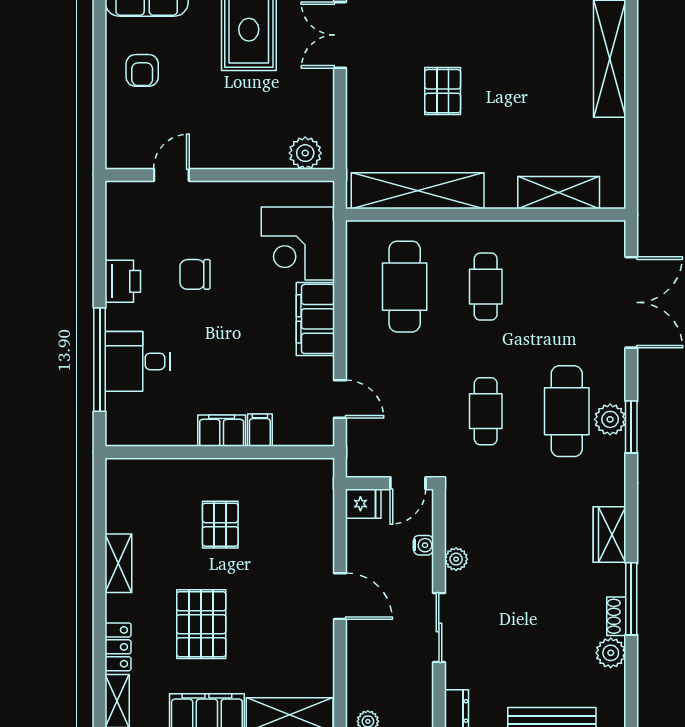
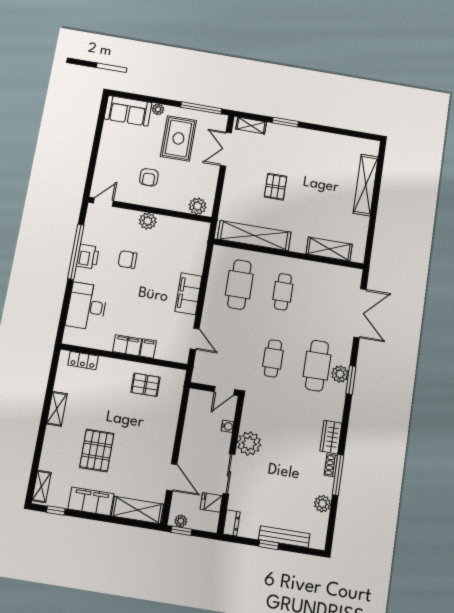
armchair: (142, 70) -> (149, 177), moved
door: (171, 175) -> (103, 202), moved
plant: (219, 197) -> (148, 221), added
corner desk: (298, 243) -> (186, 252), removed
window: (100, 360) -> (76, 252), moved
desk: (138, 361) -> (87, 306), width x1.37
fridge: (363, 504) -> (211, 502), moved, turned 180
pallet: (220, 525) -> (145, 385), moved, turned 90
plant: (456, 559) -> (249, 443), width x1.88, depth x1.88
door: (340, 596) -> (172, 477), moved
shoe rack: (616, 616) -> (331, 465), moved
locker: (118, 647) -> (83, 360), moved, turned 90

